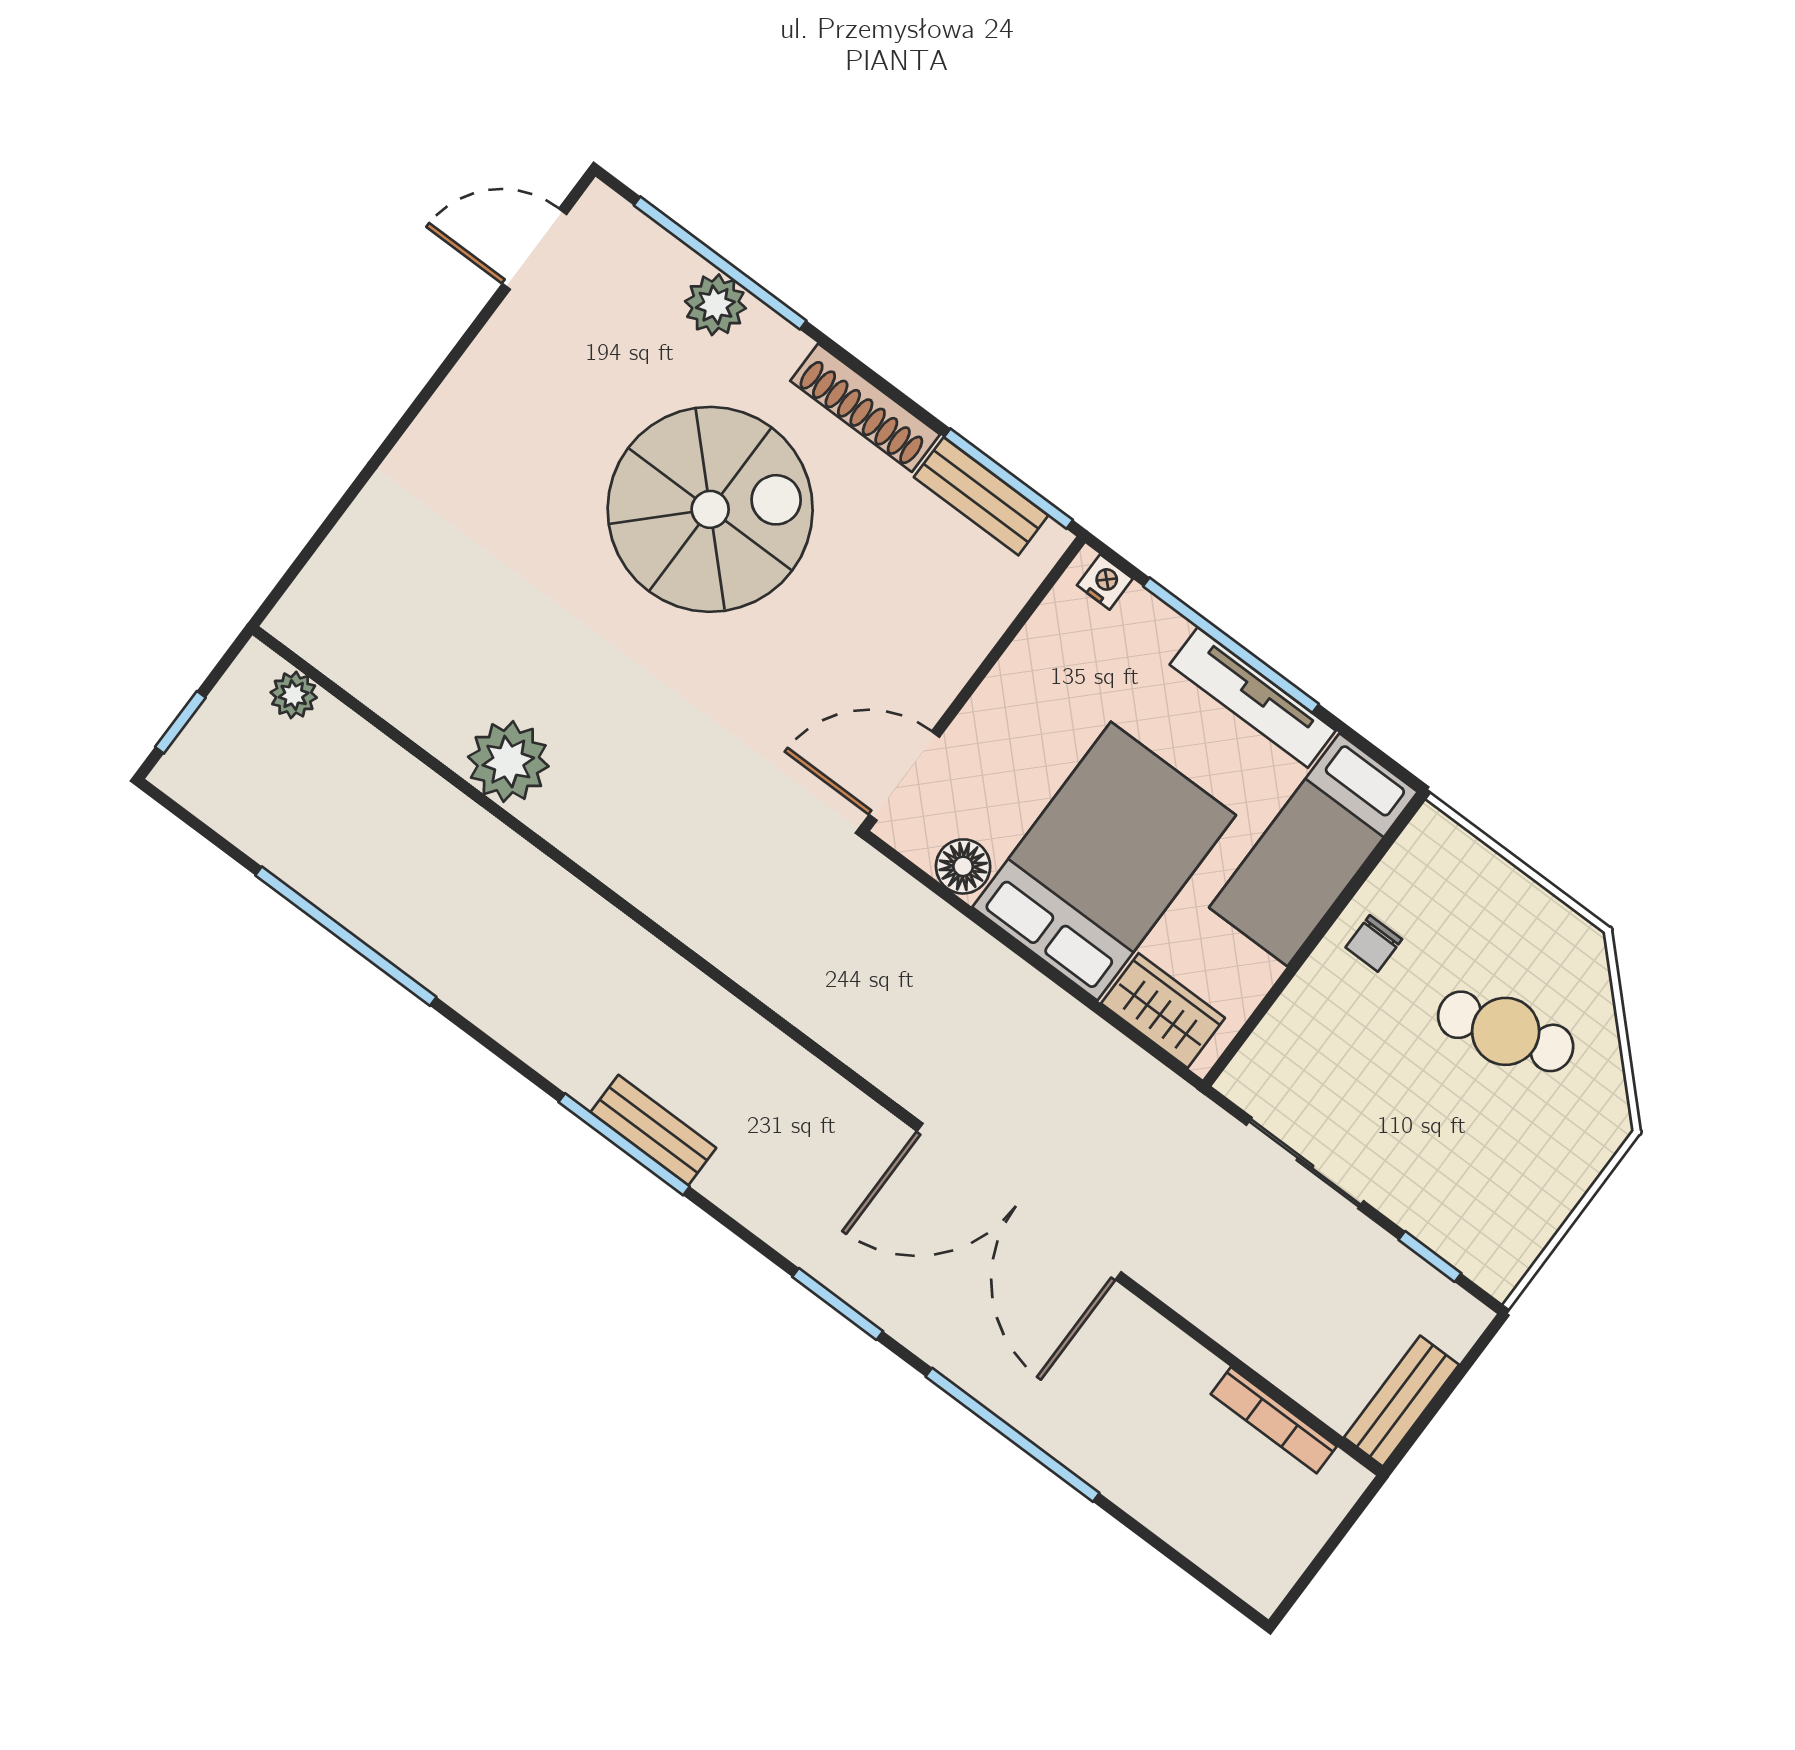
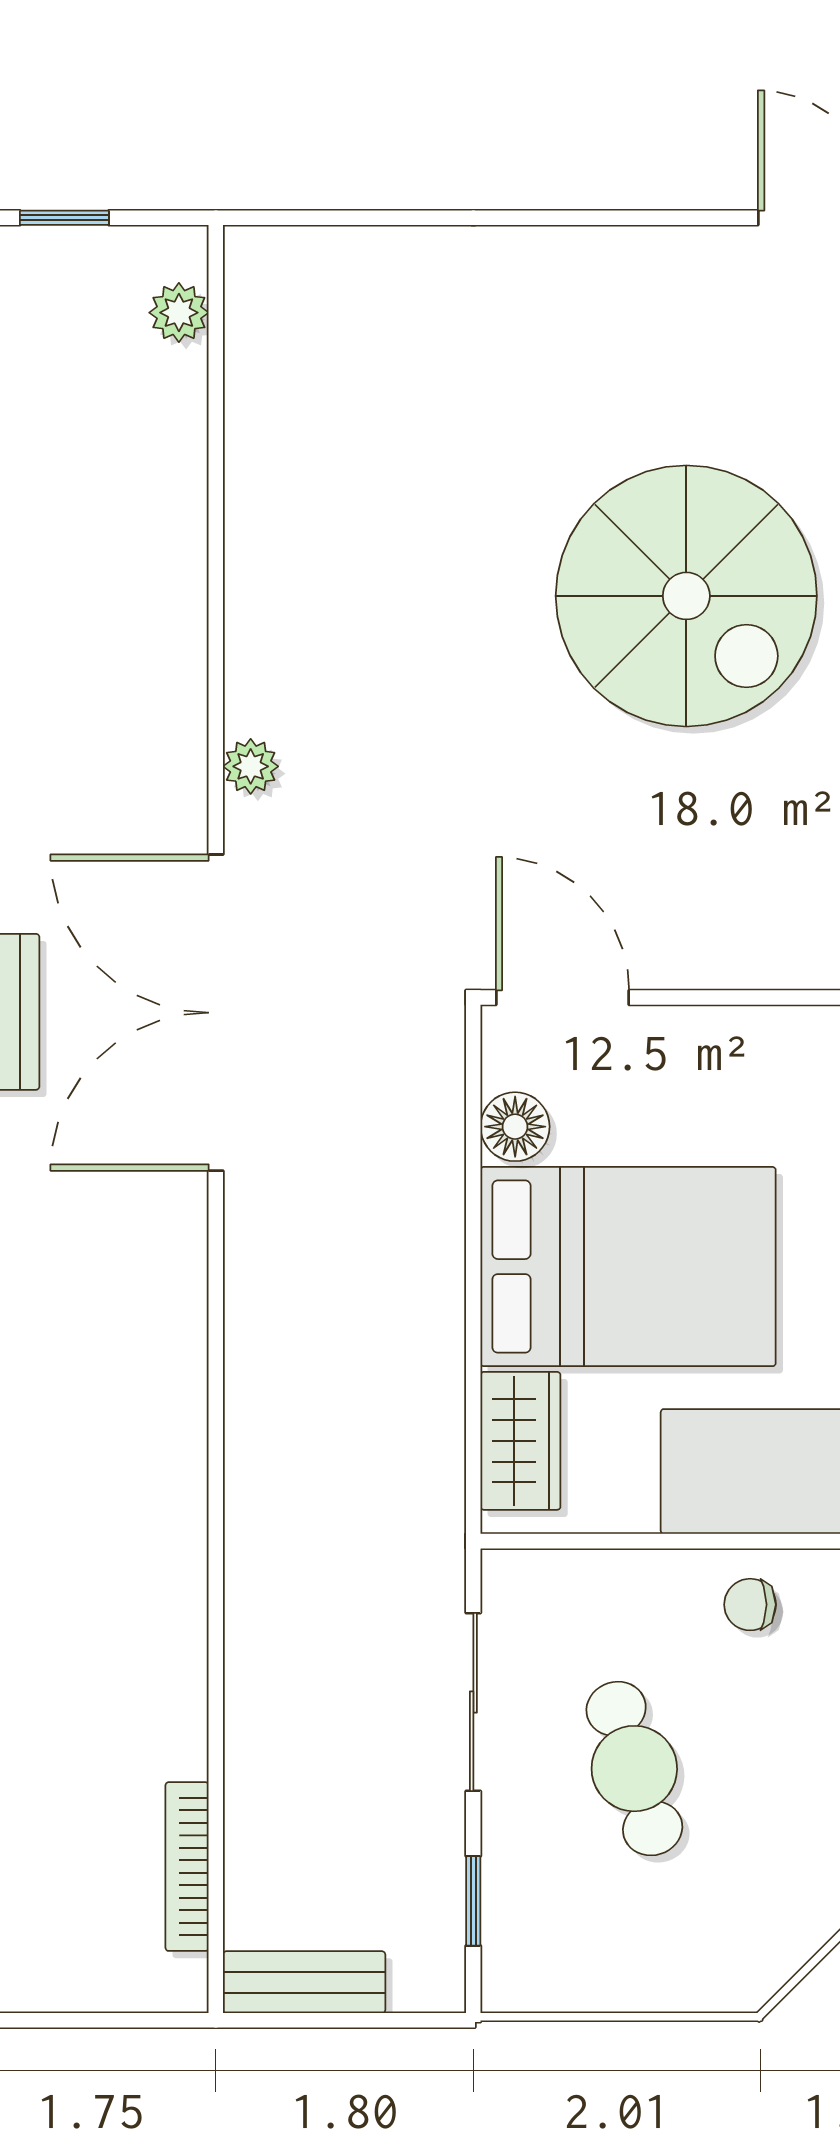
plant: (508, 762) -> (251, 766), moved, width x0.53, depth x0.53
cafe table: (1506, 1031) -> (634, 1769), moved
double door: (1019, 1202) -> (216, 1013), moved

